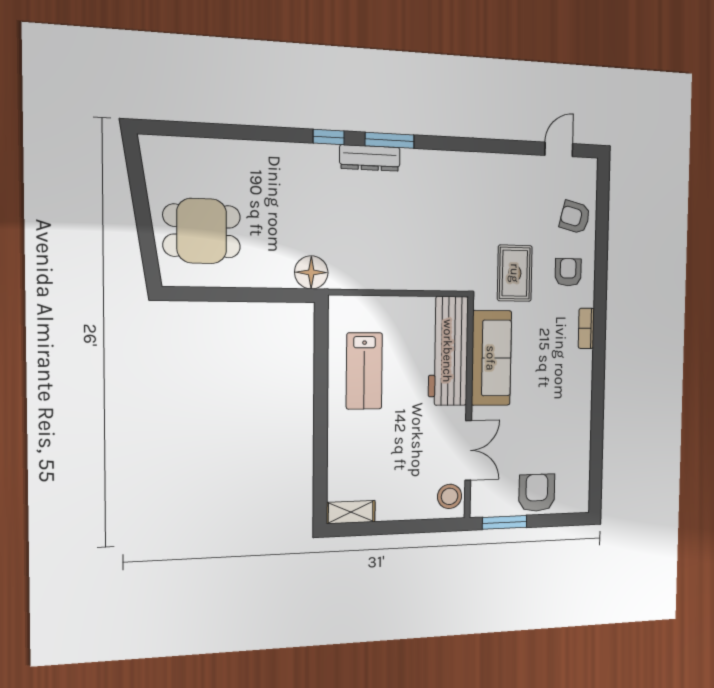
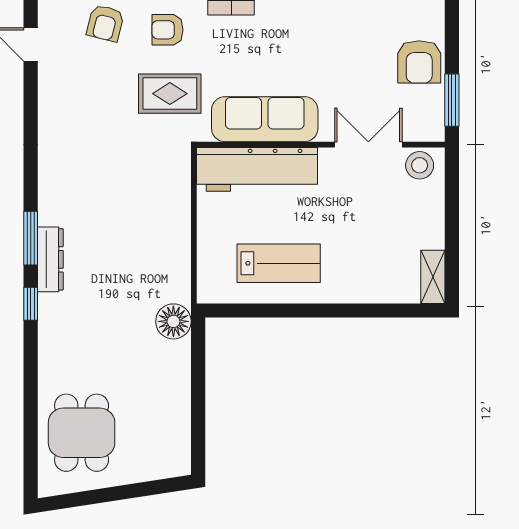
dining table: (202, 231) -> (82, 433), moved
armchair: (537, 493) -> (419, 62), turned -90

